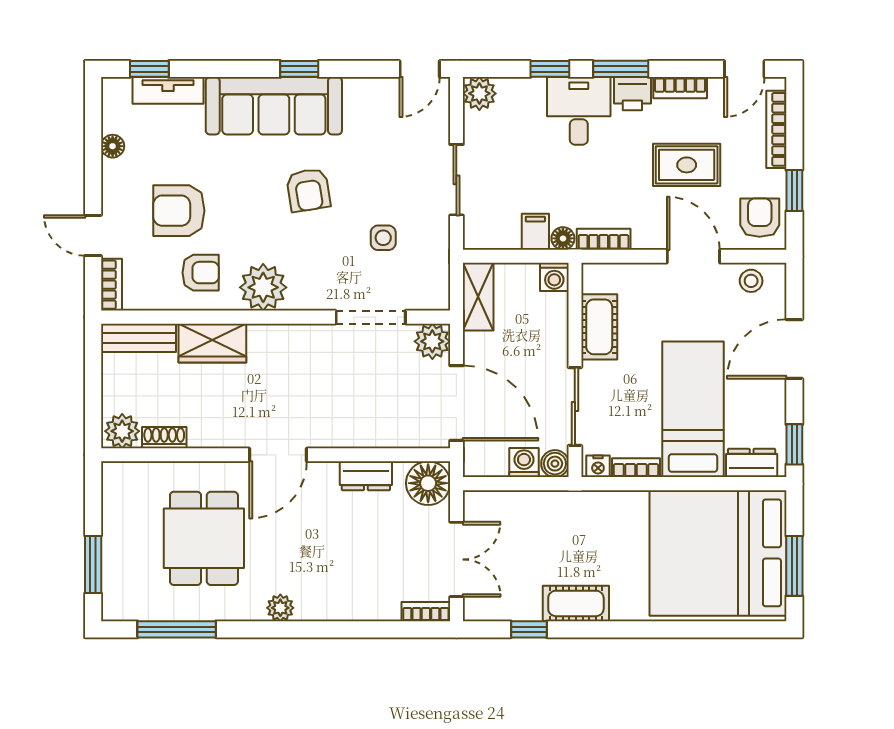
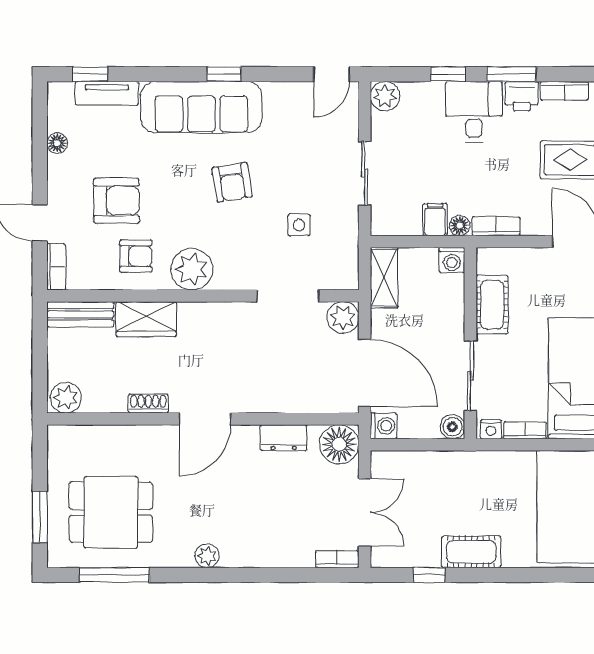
armchair: (179, 211) -> (116, 201), turned 180
shoe rack: (164, 438) -> (148, 404), moved
washing machine: (524, 463) -> (383, 426), moved, turned 90
dining table: (204, 538) -> (111, 512), moved, turned 90

